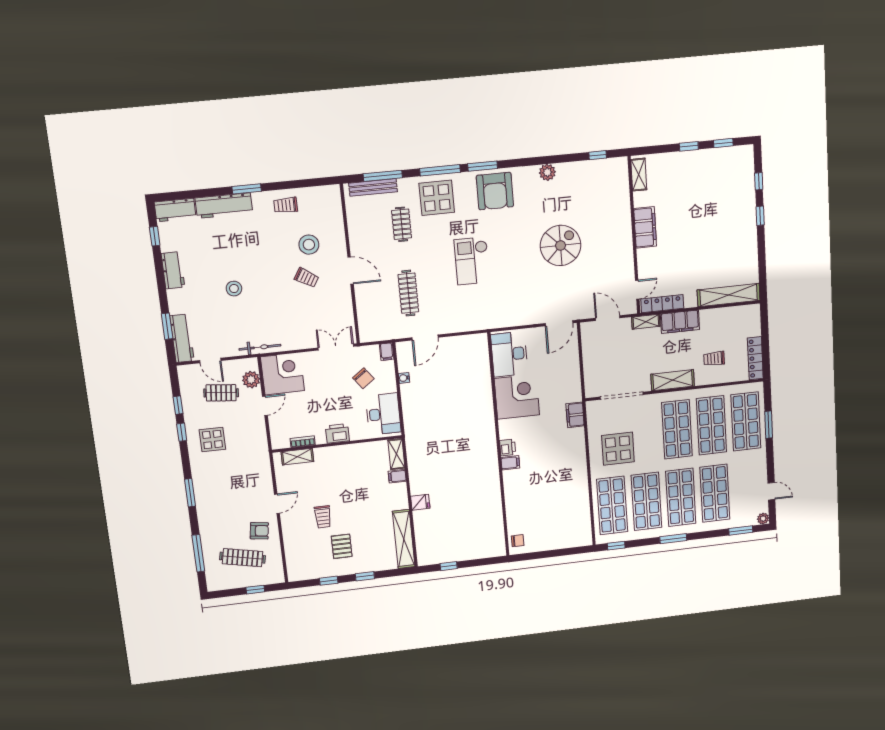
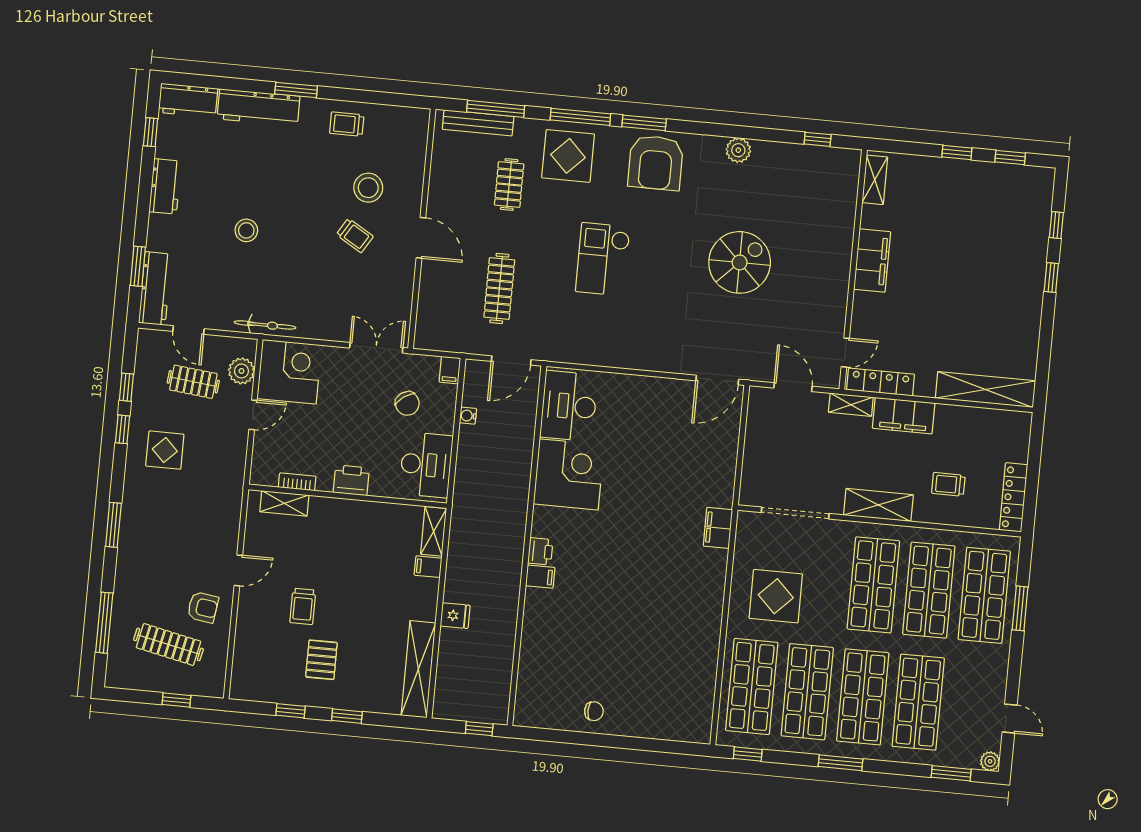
desk: (509, 354) -> (569, 406), moved
corner desk: (517, 397) -> (569, 474), moved
wall: (498, 446) -> (527, 546), moved
printer: (508, 448) -> (540, 551), moved
filing cabinet: (510, 463) -> (540, 577), moved

